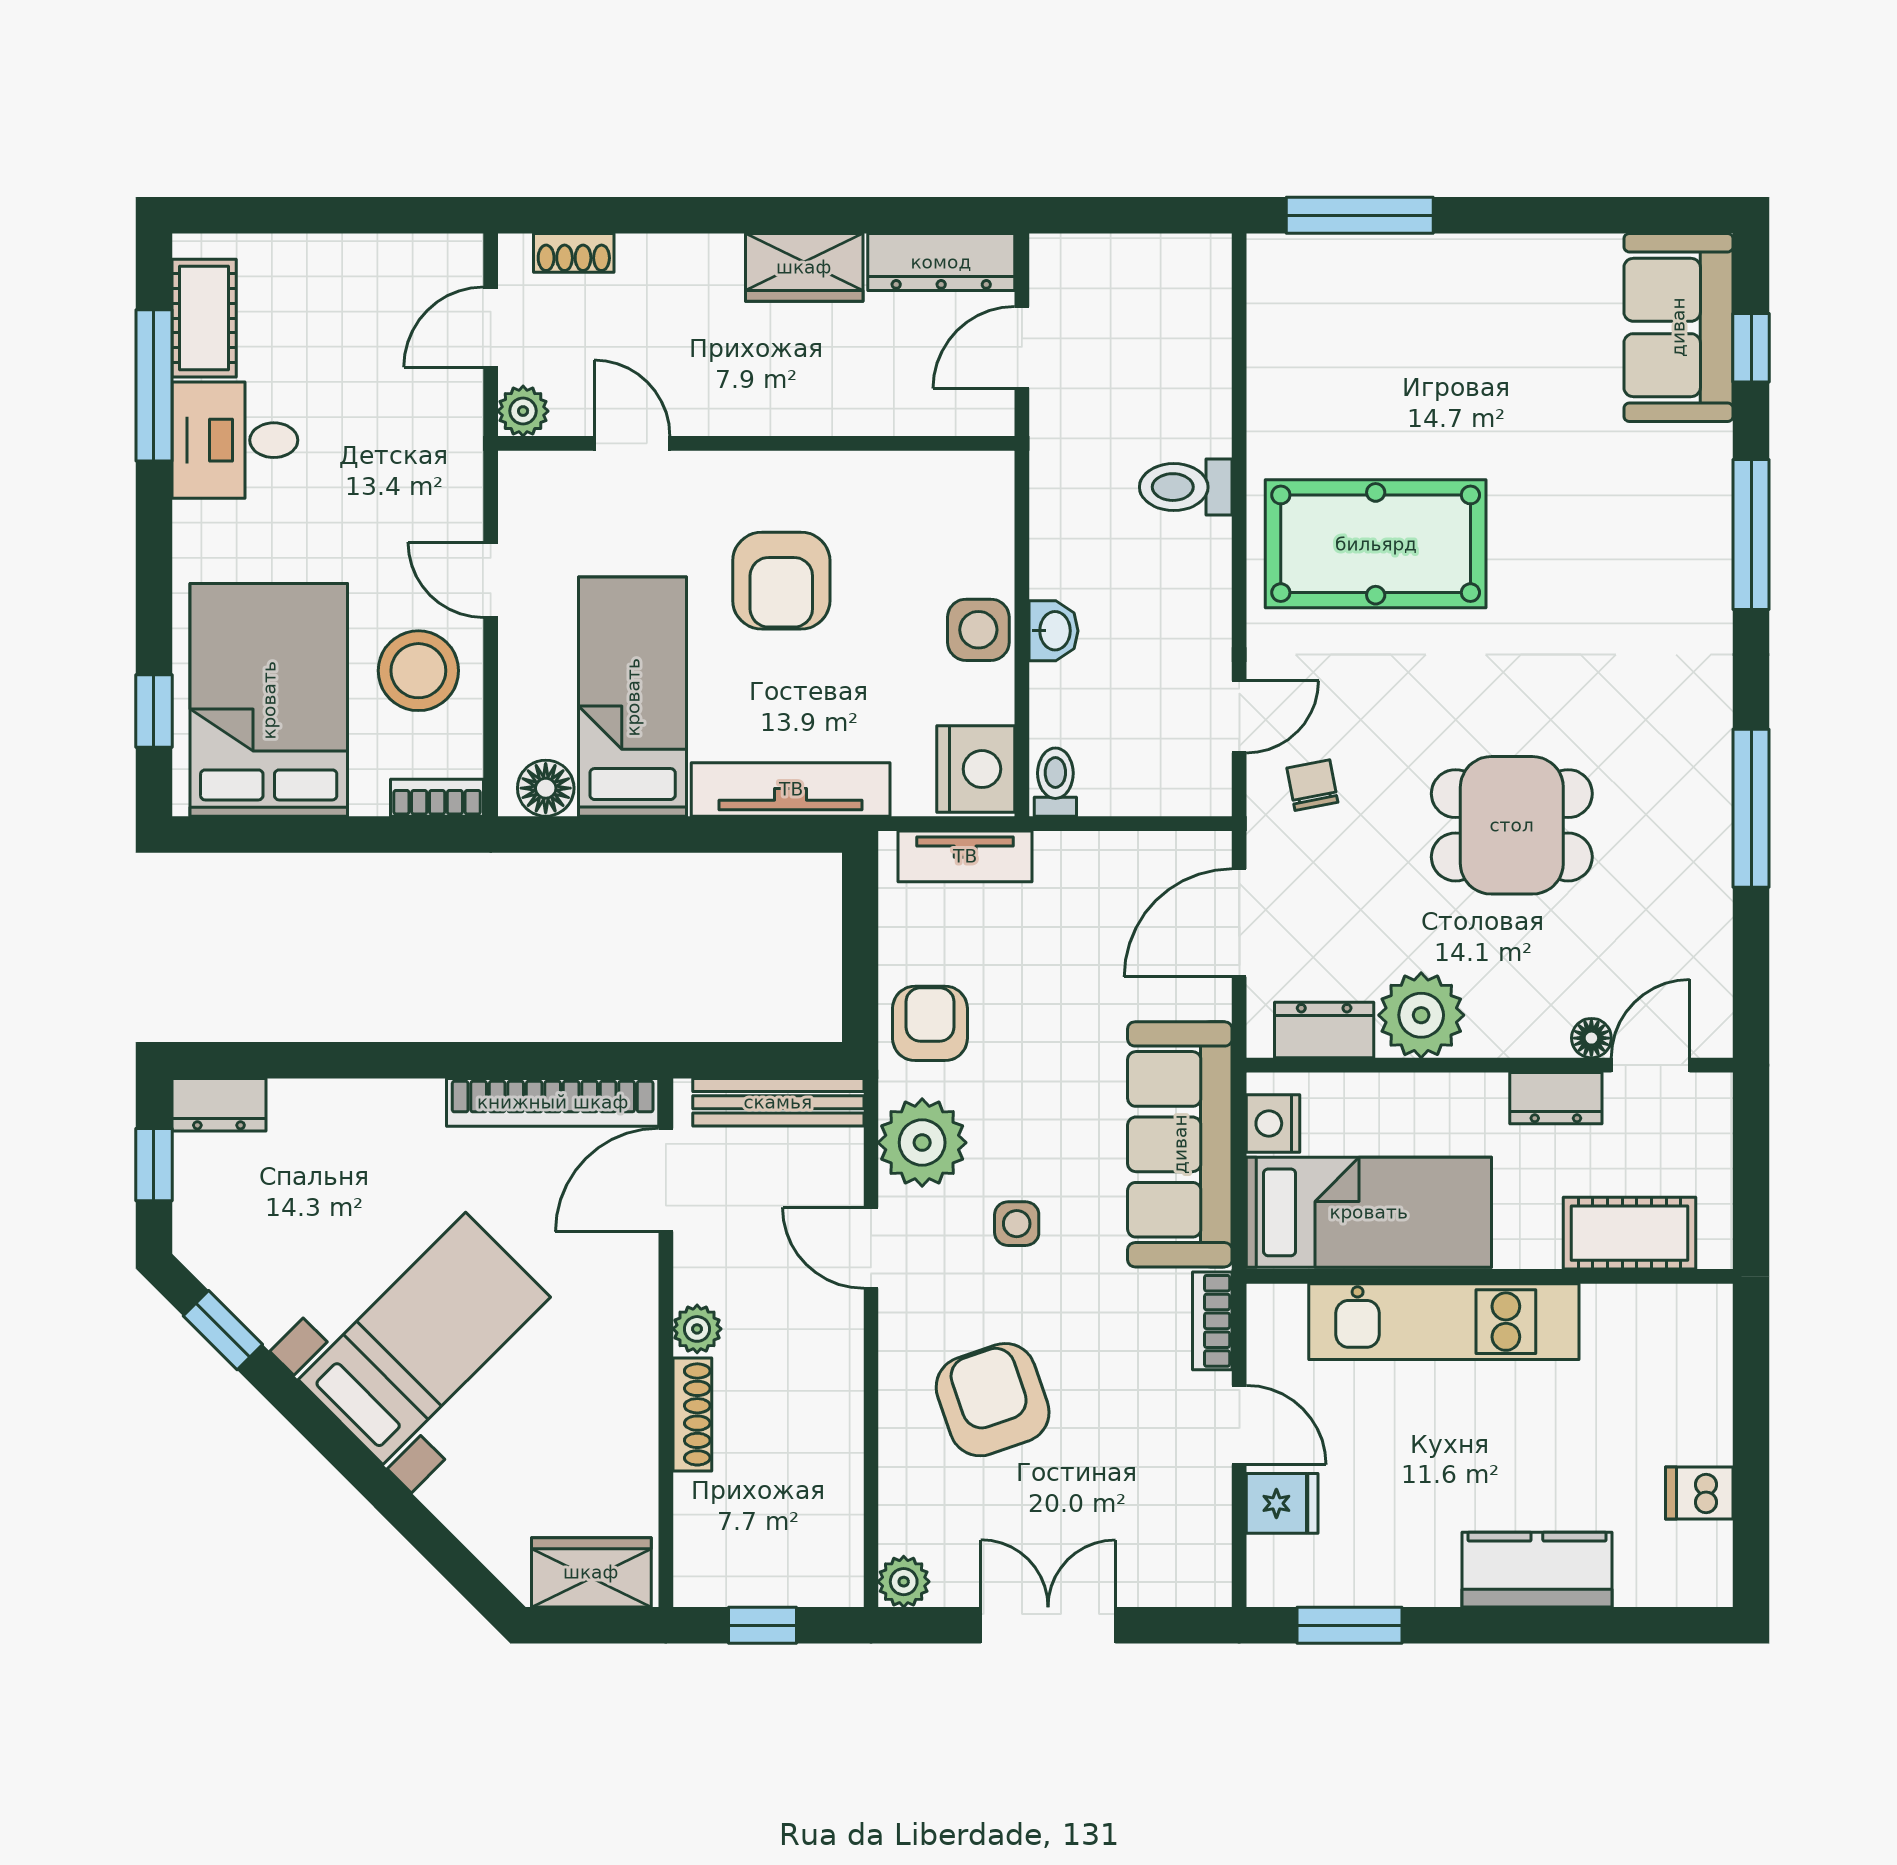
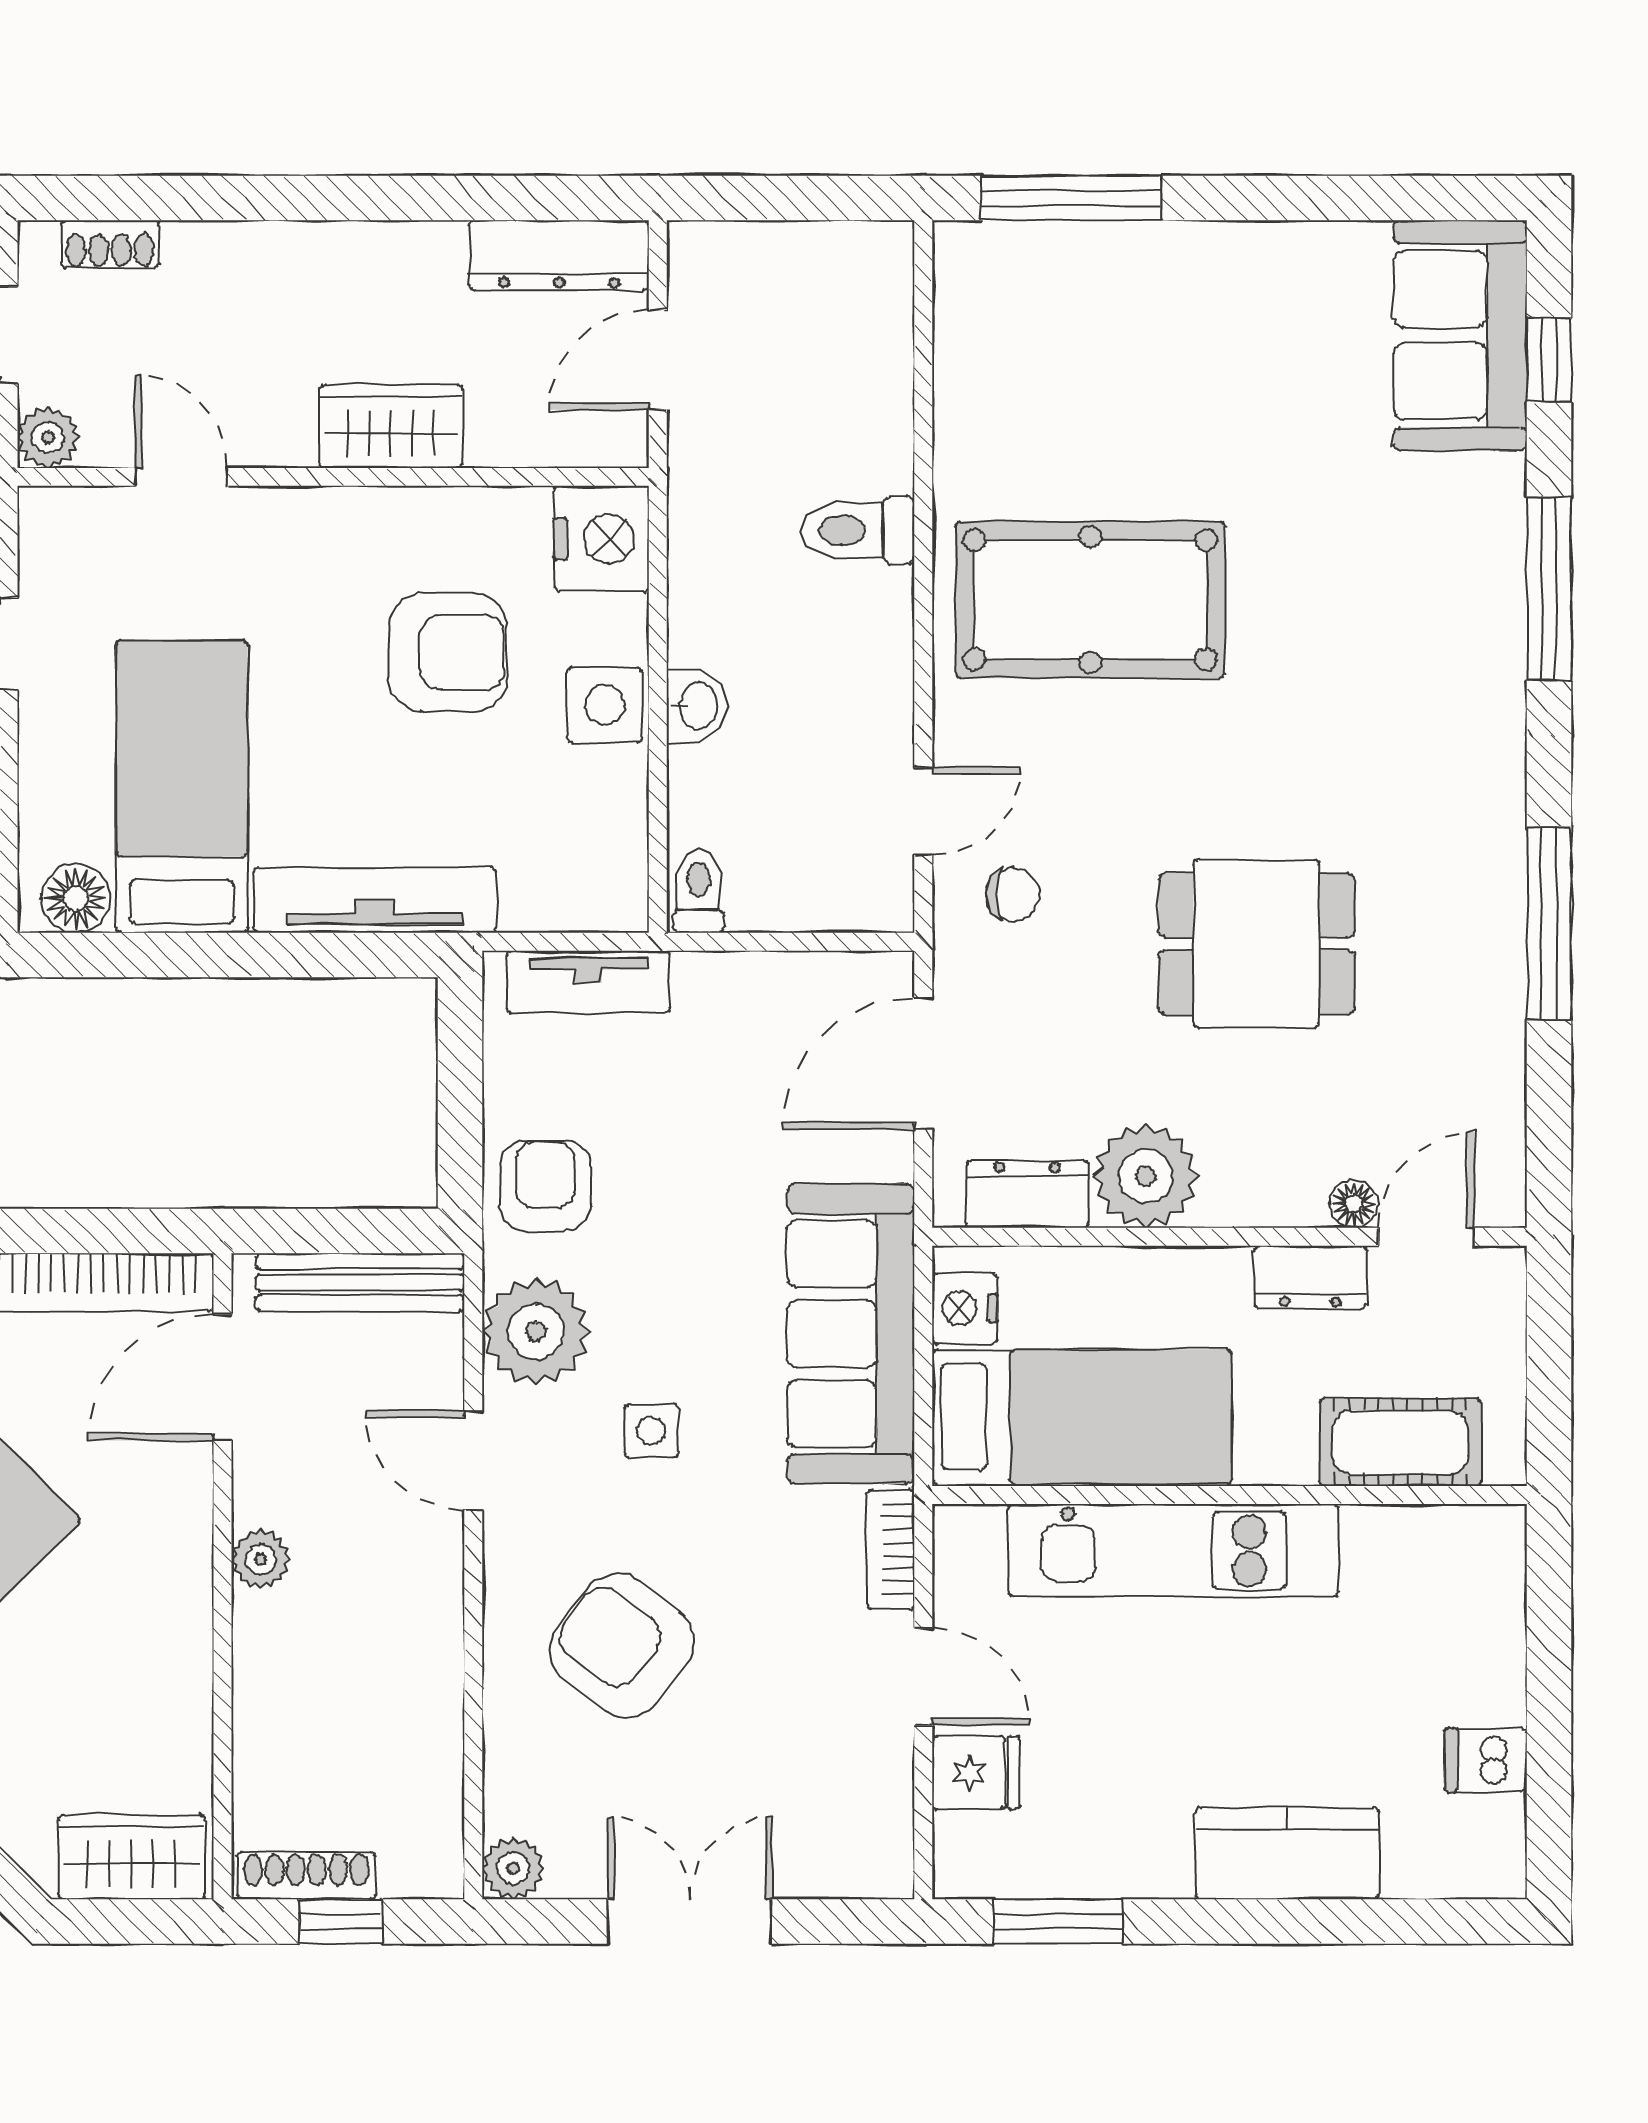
wardrobe: (804, 267) -> (391, 426), moved, turned 180
armchair: (781, 581) -> (448, 652), moved, turned -90
nightstand: (976, 769) -> (601, 539), moved
chair: (1312, 785) -> (1013, 895), turned 101
armchair: (993, 1400) -> (622, 1646), turned -34
shoe rack: (692, 1414) -> (306, 1876), moved, turned -90

